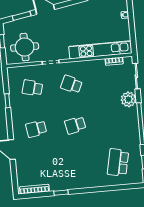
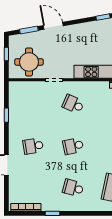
school desk: (32, 88) -> (73, 188), moved

